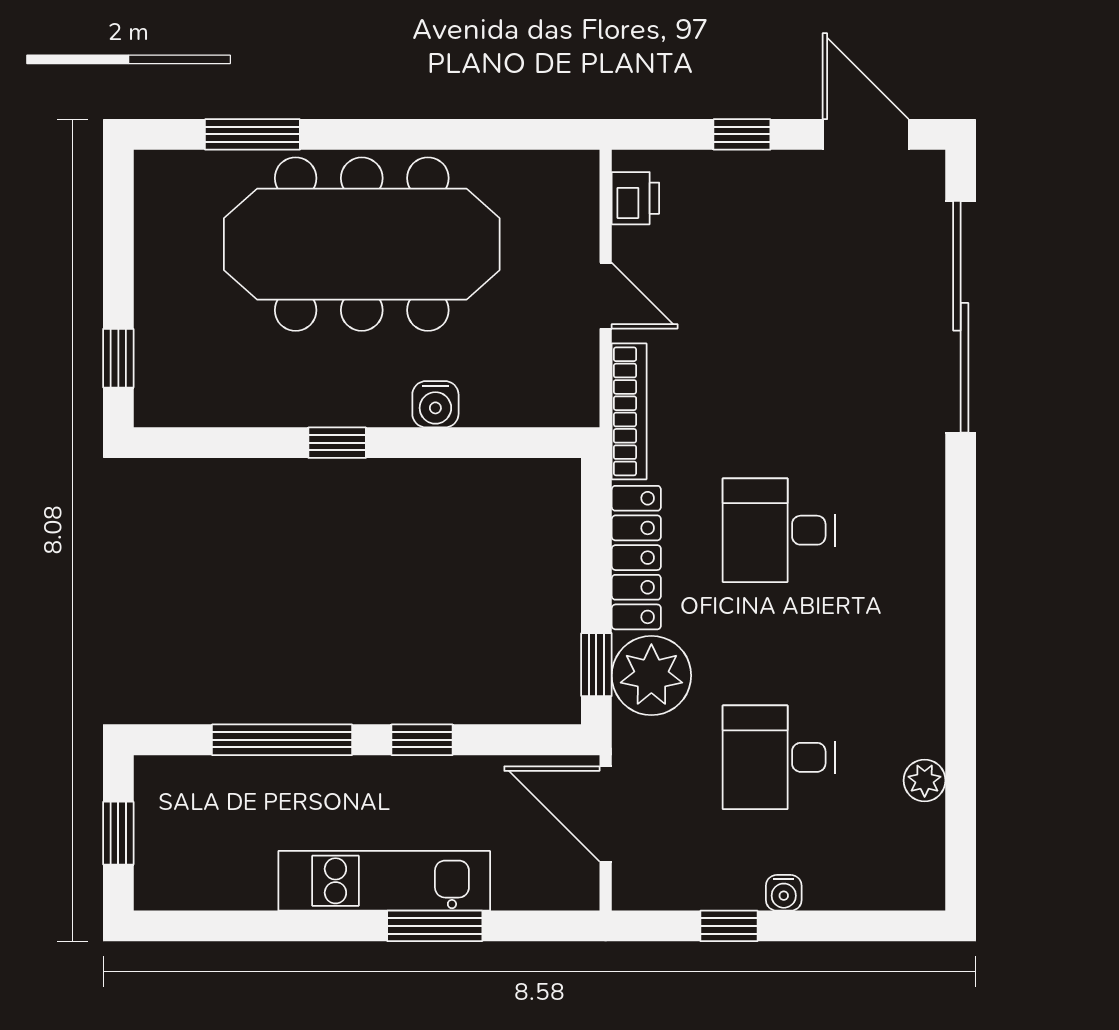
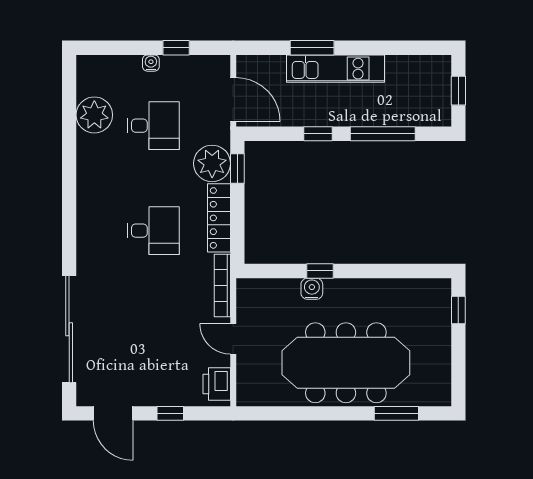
printer: (635, 198) -> (217, 384), width x1.36, depth x1.24
window: (337, 443) -> (320, 271), moved
plant: (925, 780) -> (94, 115), width x1.87, depth x1.87

